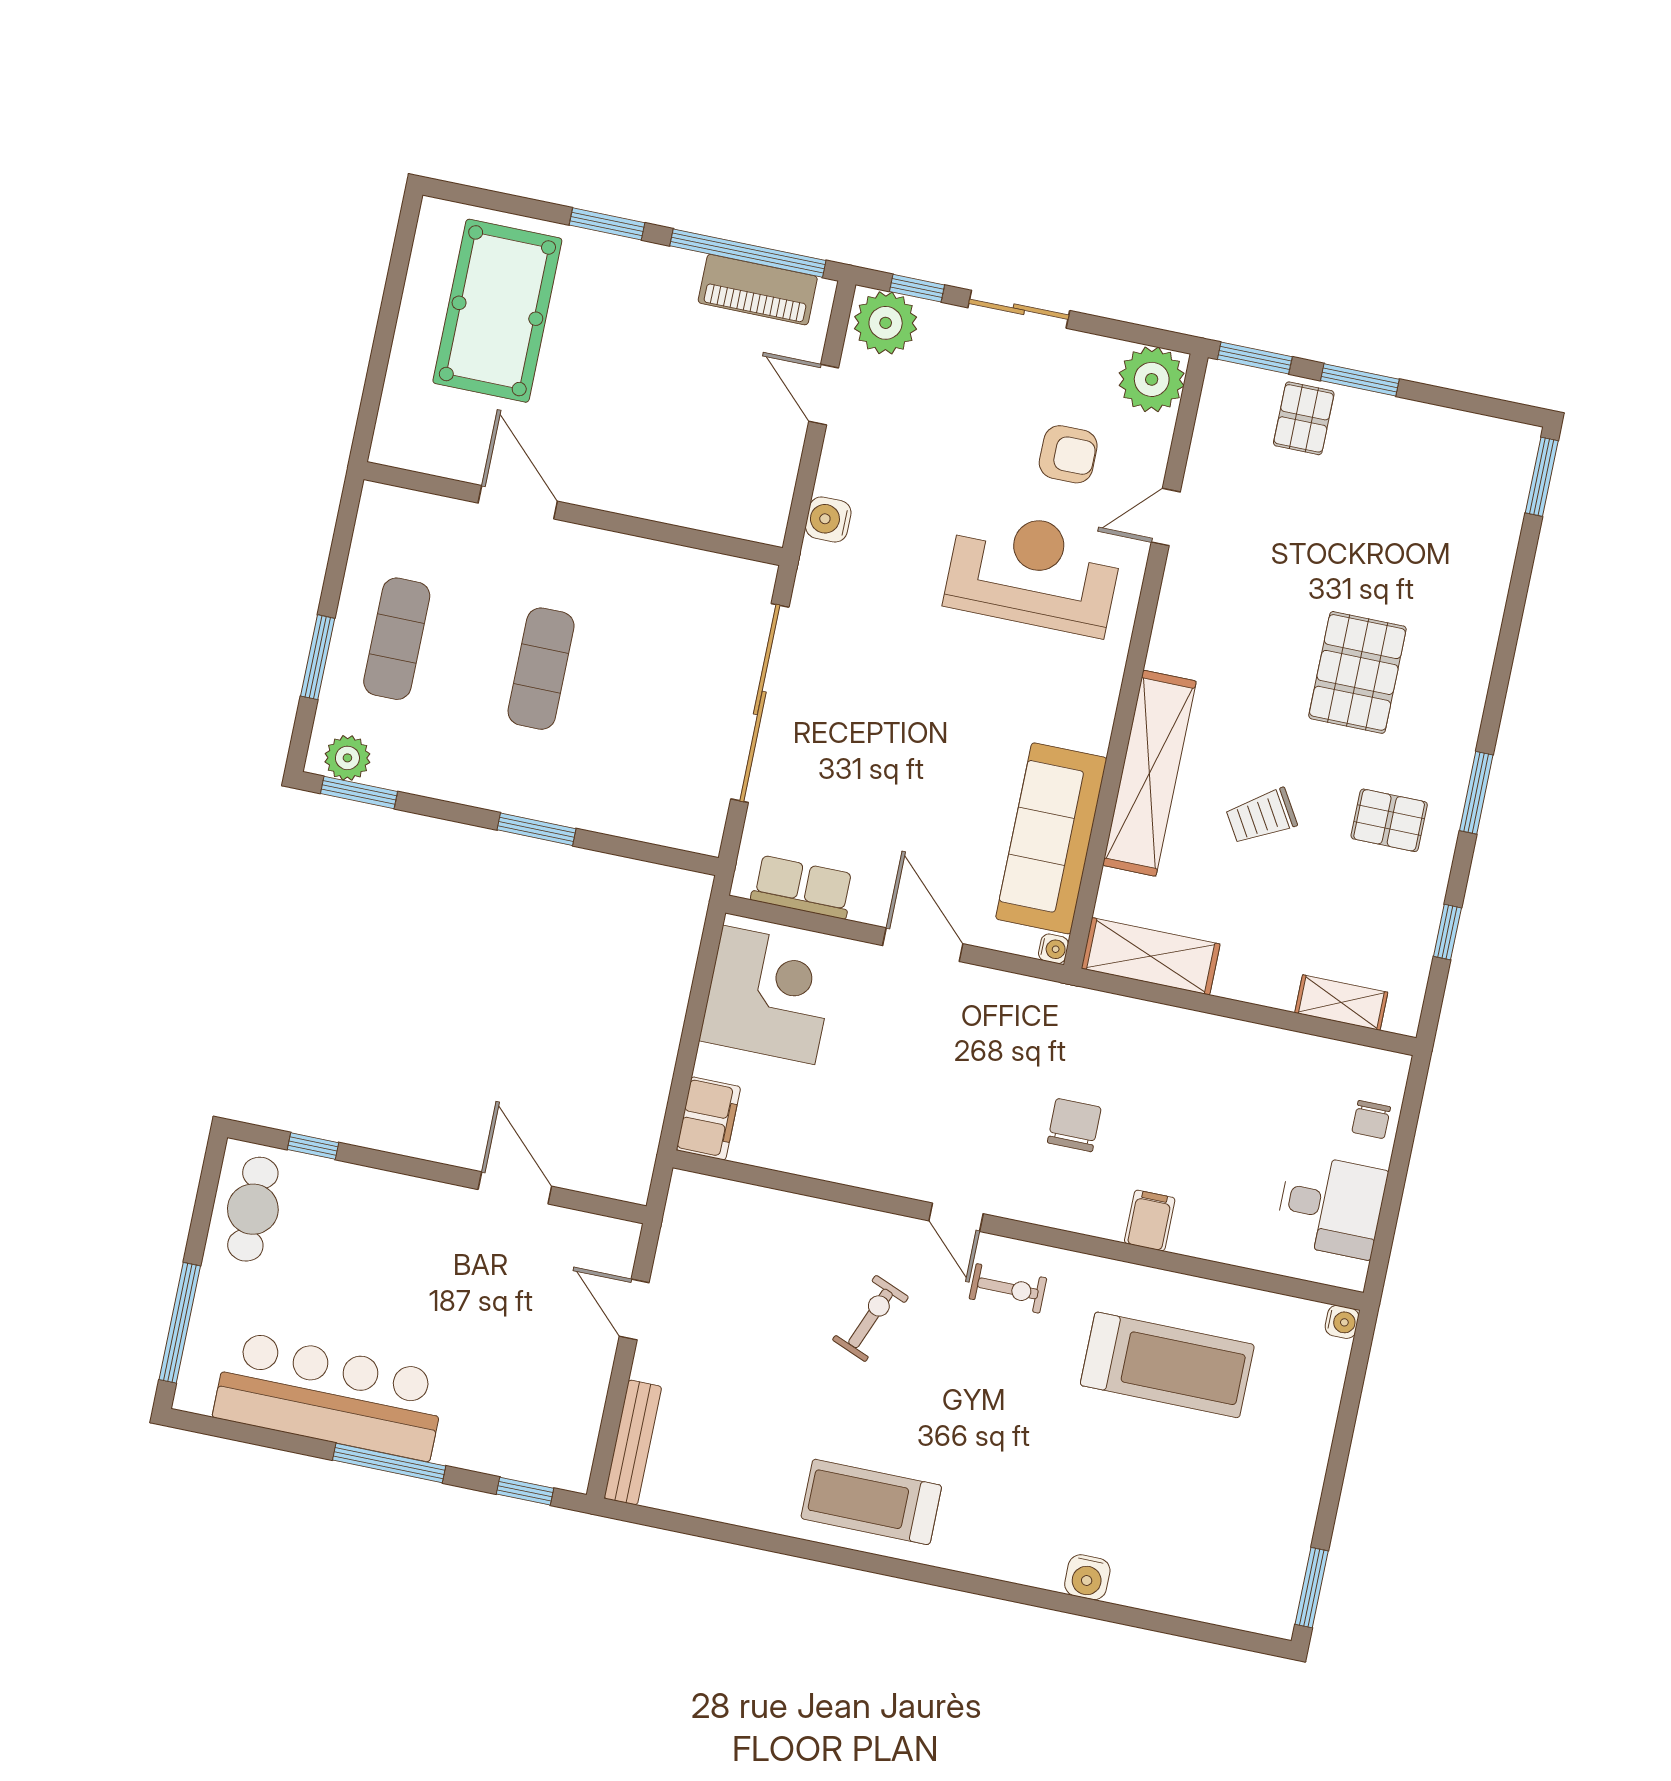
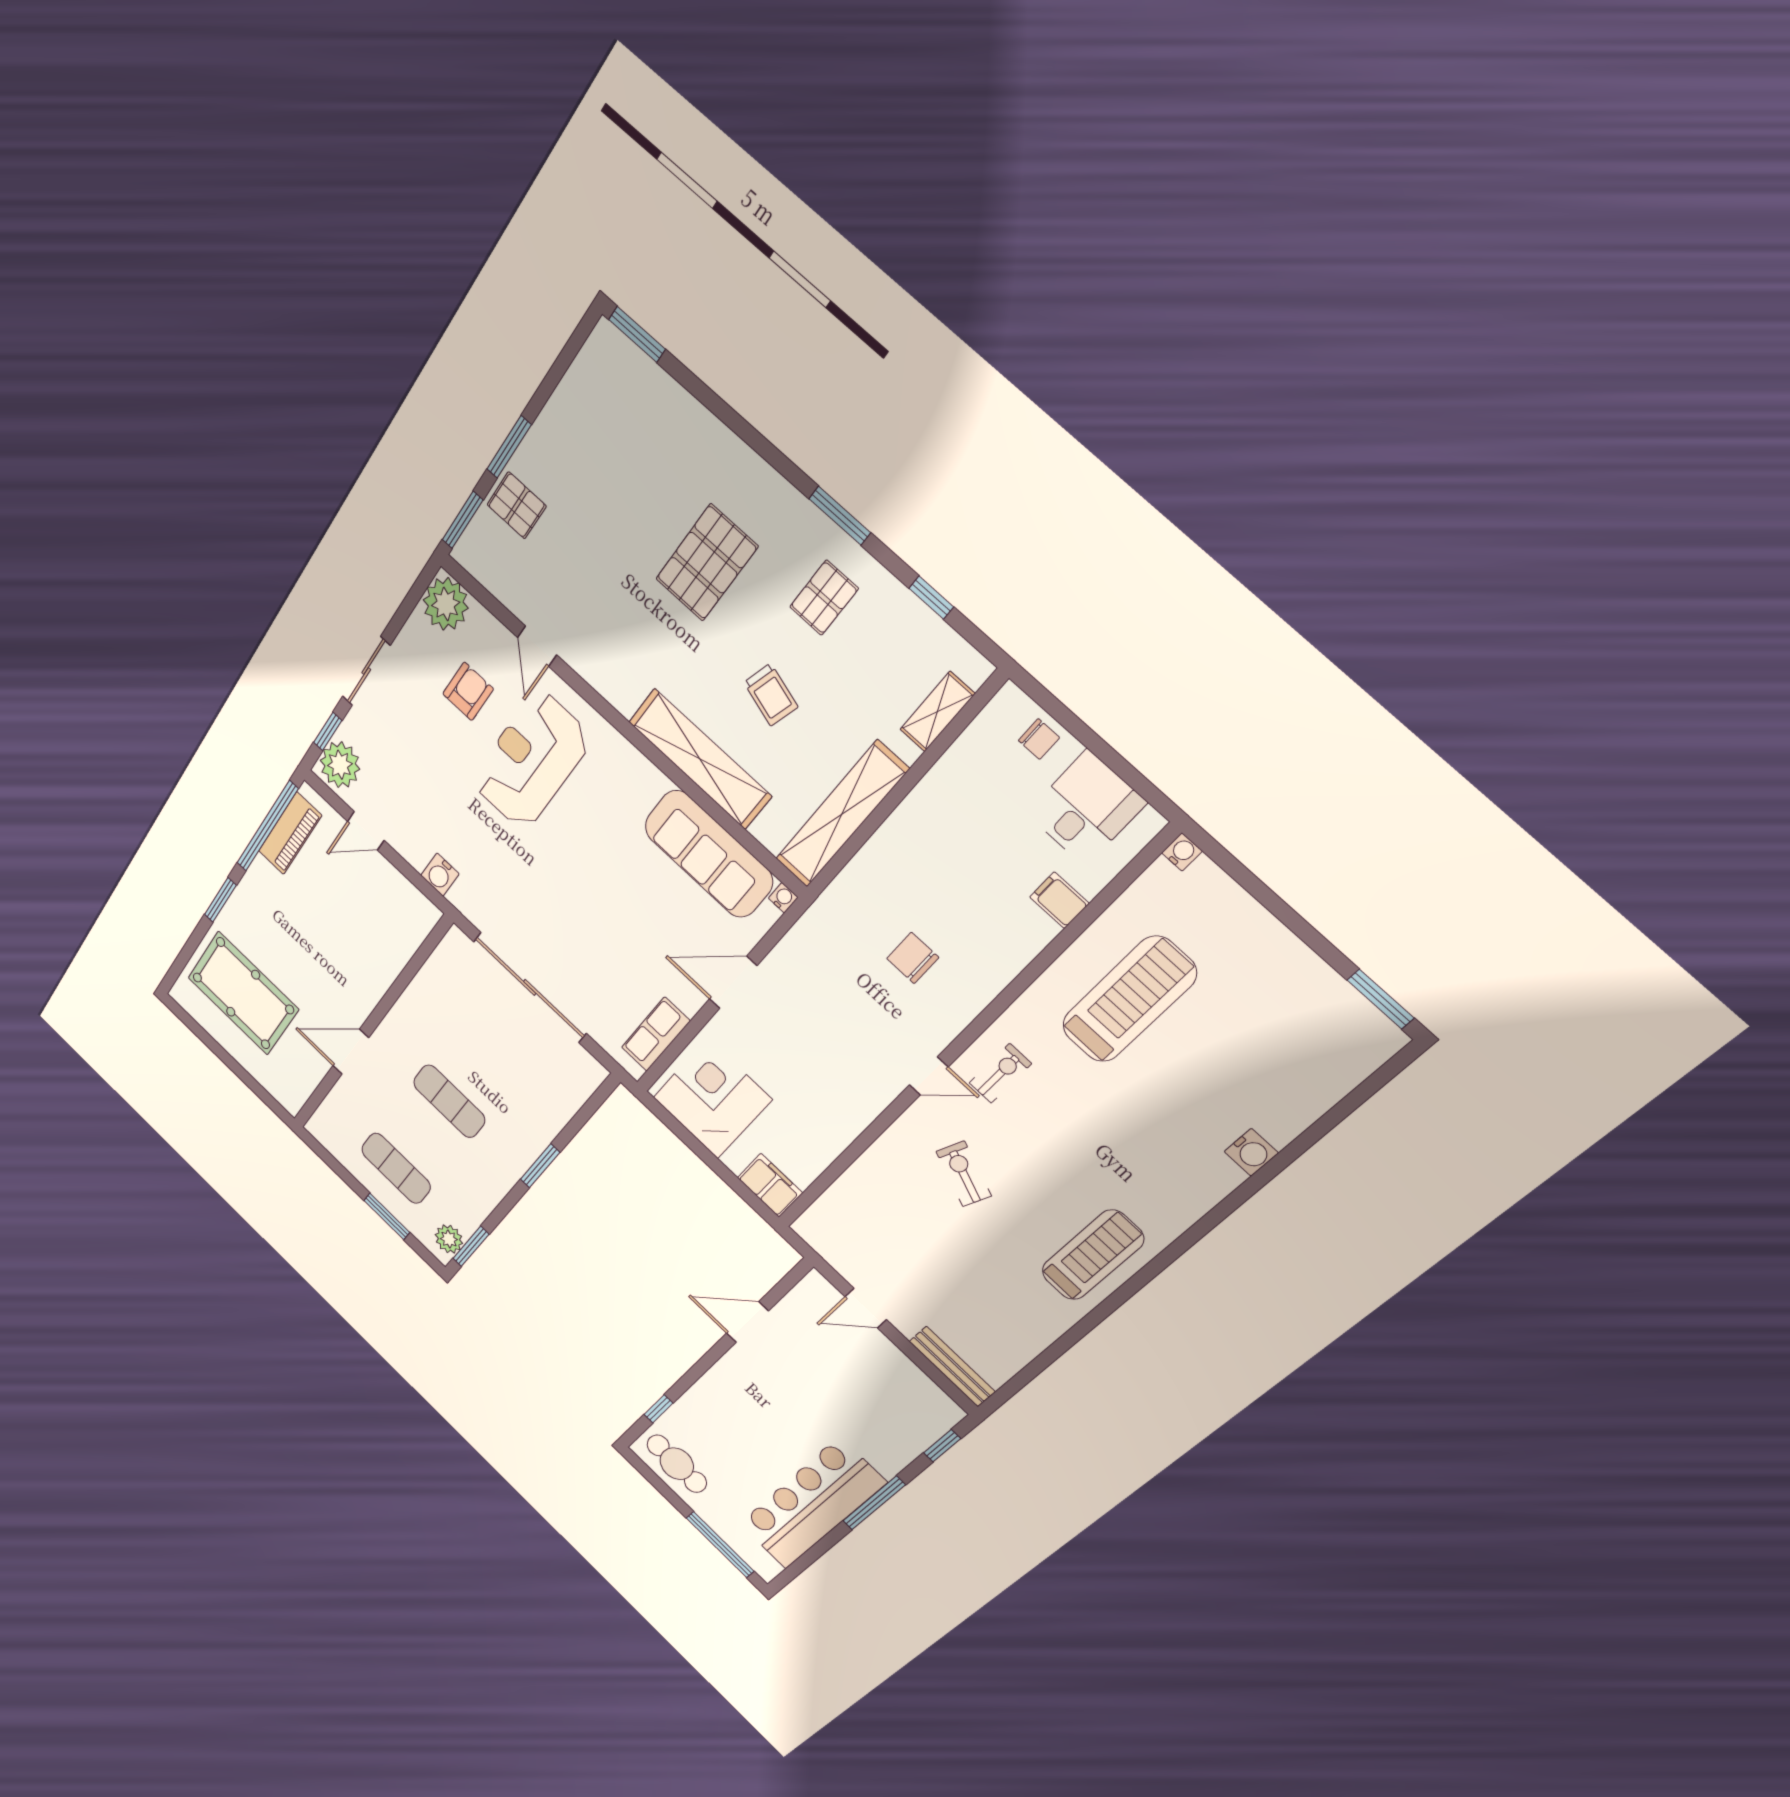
pallet: (1357, 672) -> (707, 563), turned 90
trolley: (1261, 816) -> (771, 695), turned -43
shelving: (1151, 956) -> (841, 815), width x1.47
filing cabinet: (1150, 1220) -> (1059, 900), moved
treadmill: (871, 1502) -> (1092, 1255), turned 180

